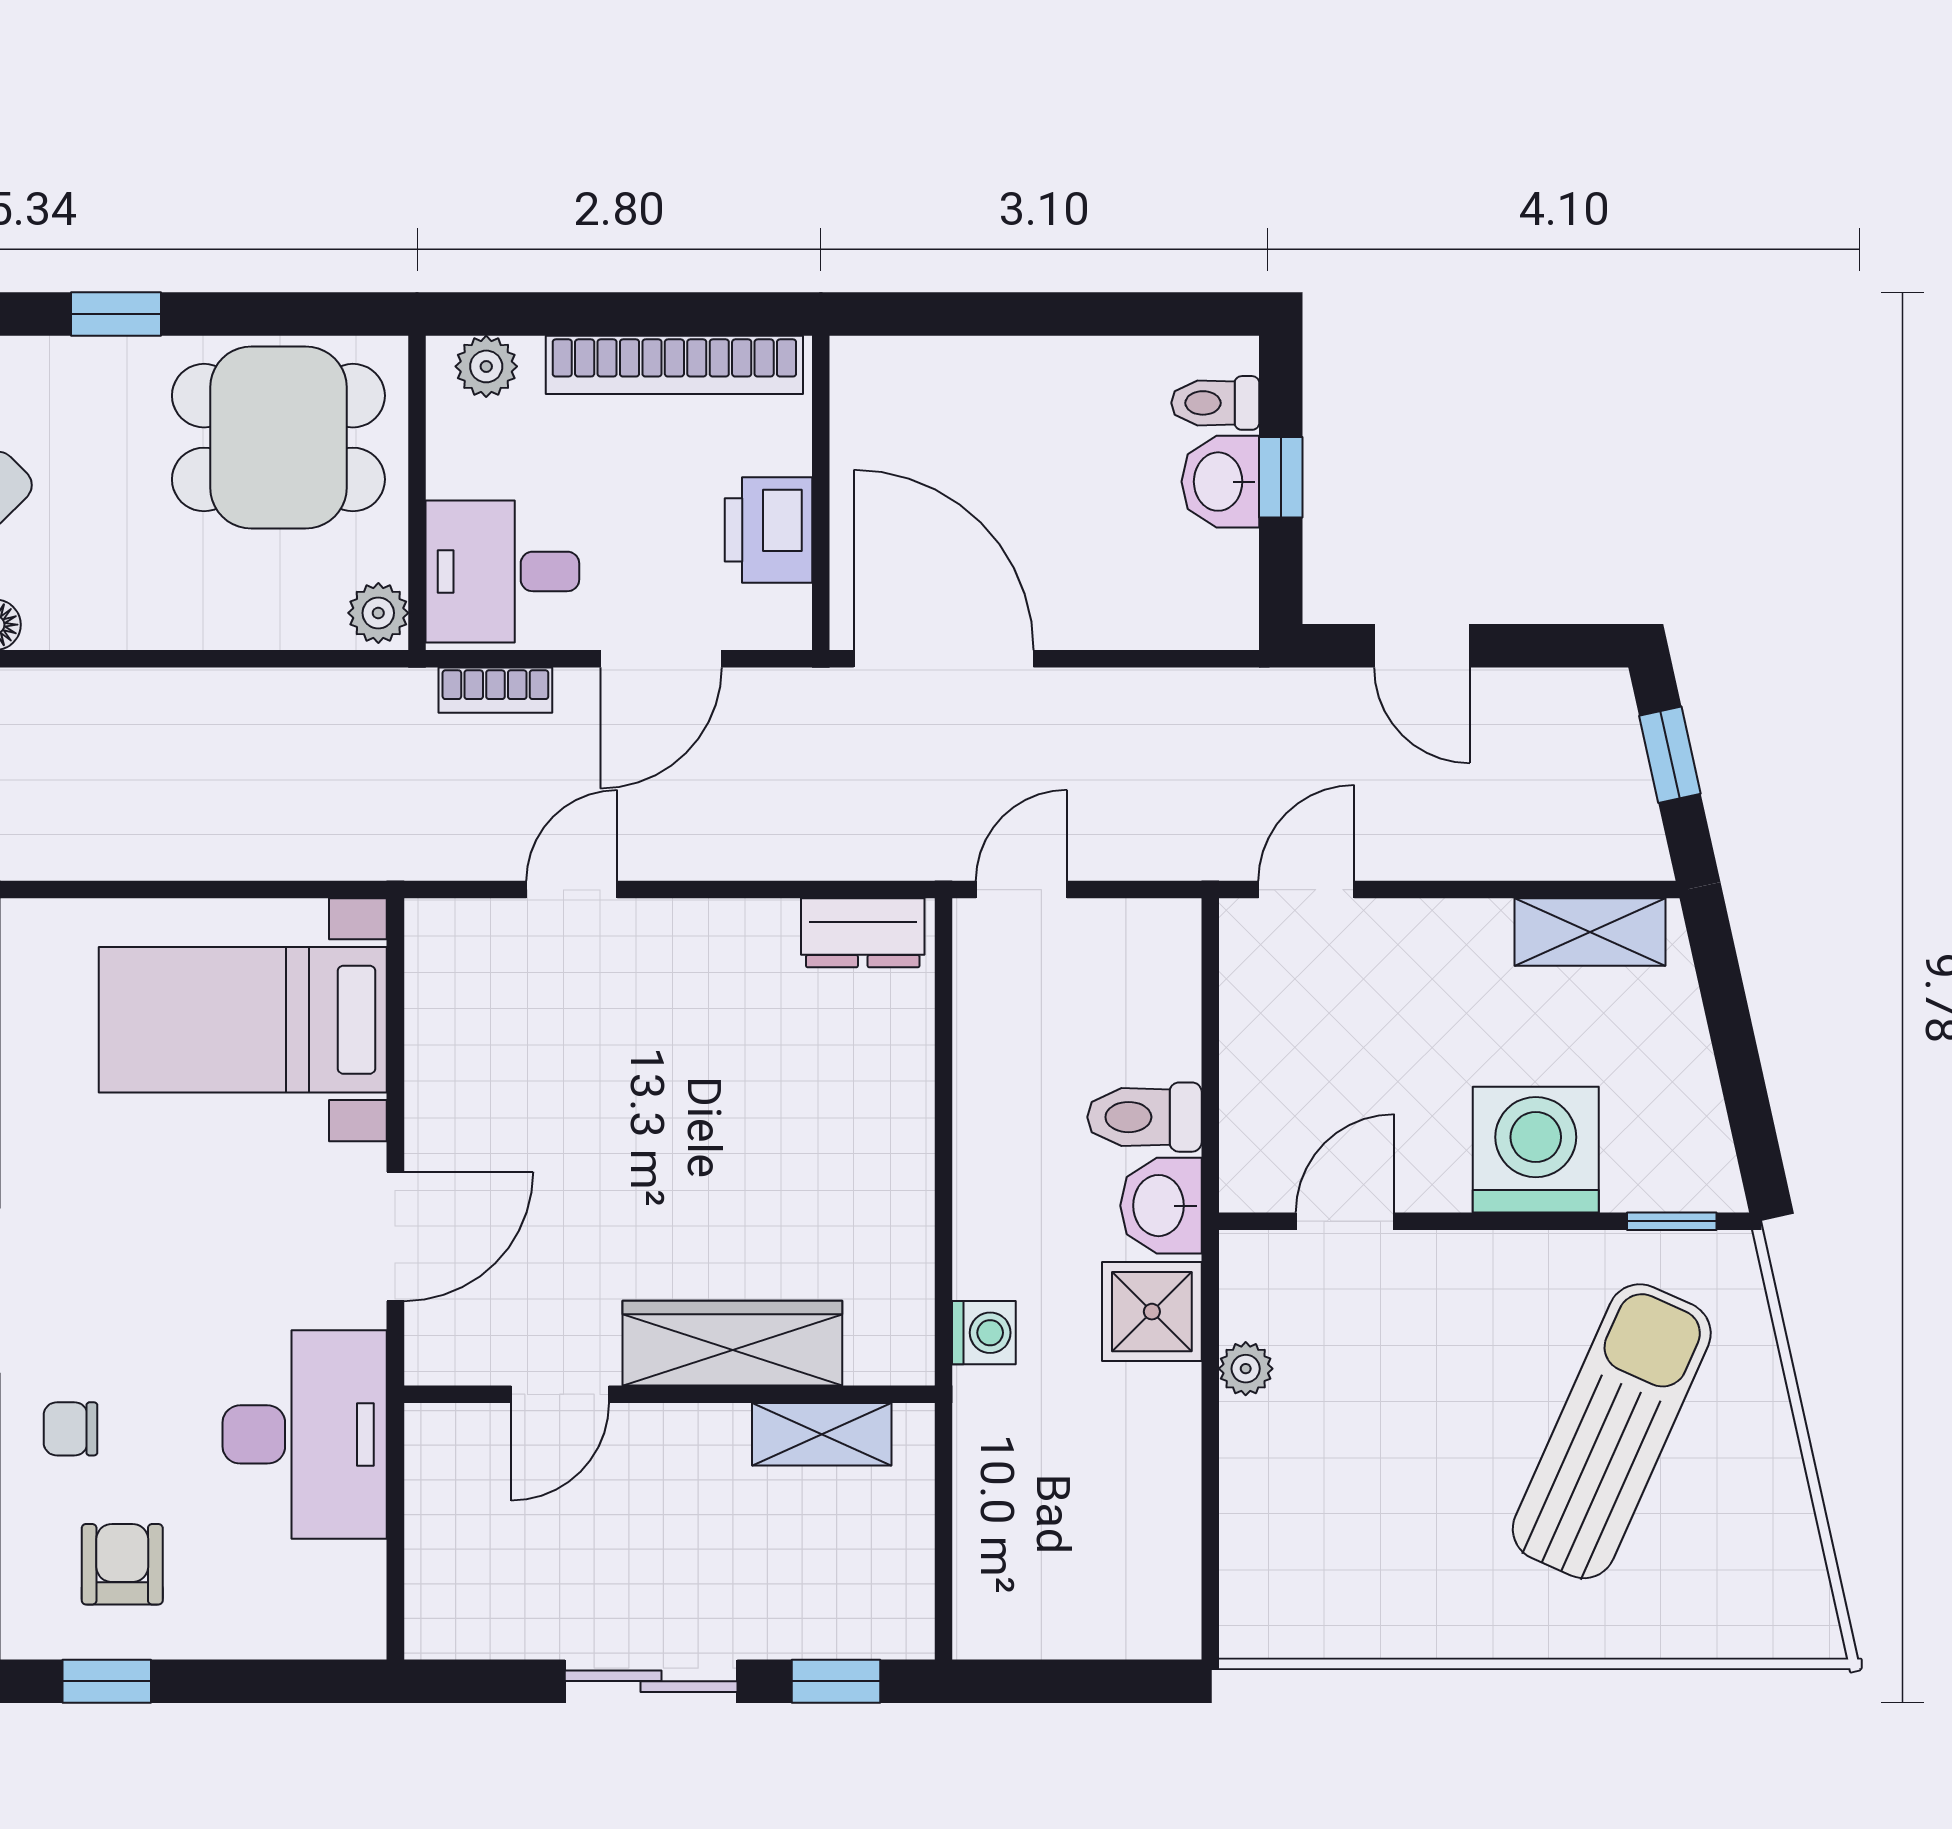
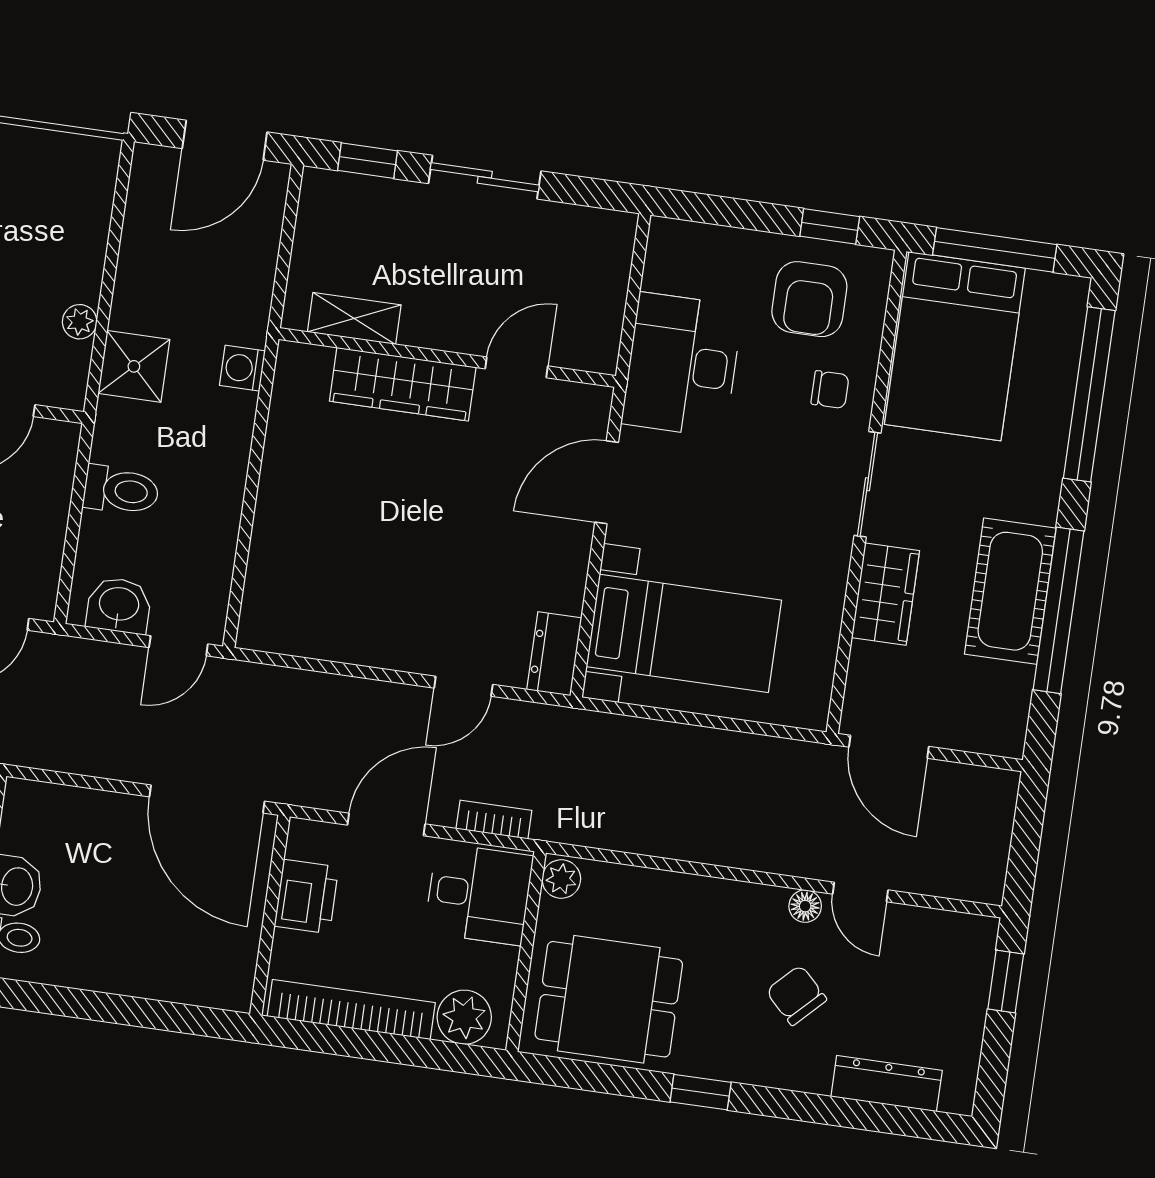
plant: (486, 366) -> (464, 1017), width x1.38, depth x1.38
dresser: (863, 933) -> (554, 654), moved, turned -90
washbasin: (1161, 1206) -> (119, 605), moved, turned -90
armchair: (122, 1564) -> (809, 299), width x1.38, depth x1.38
door: (1061, 1681) -> (225, 140), added

